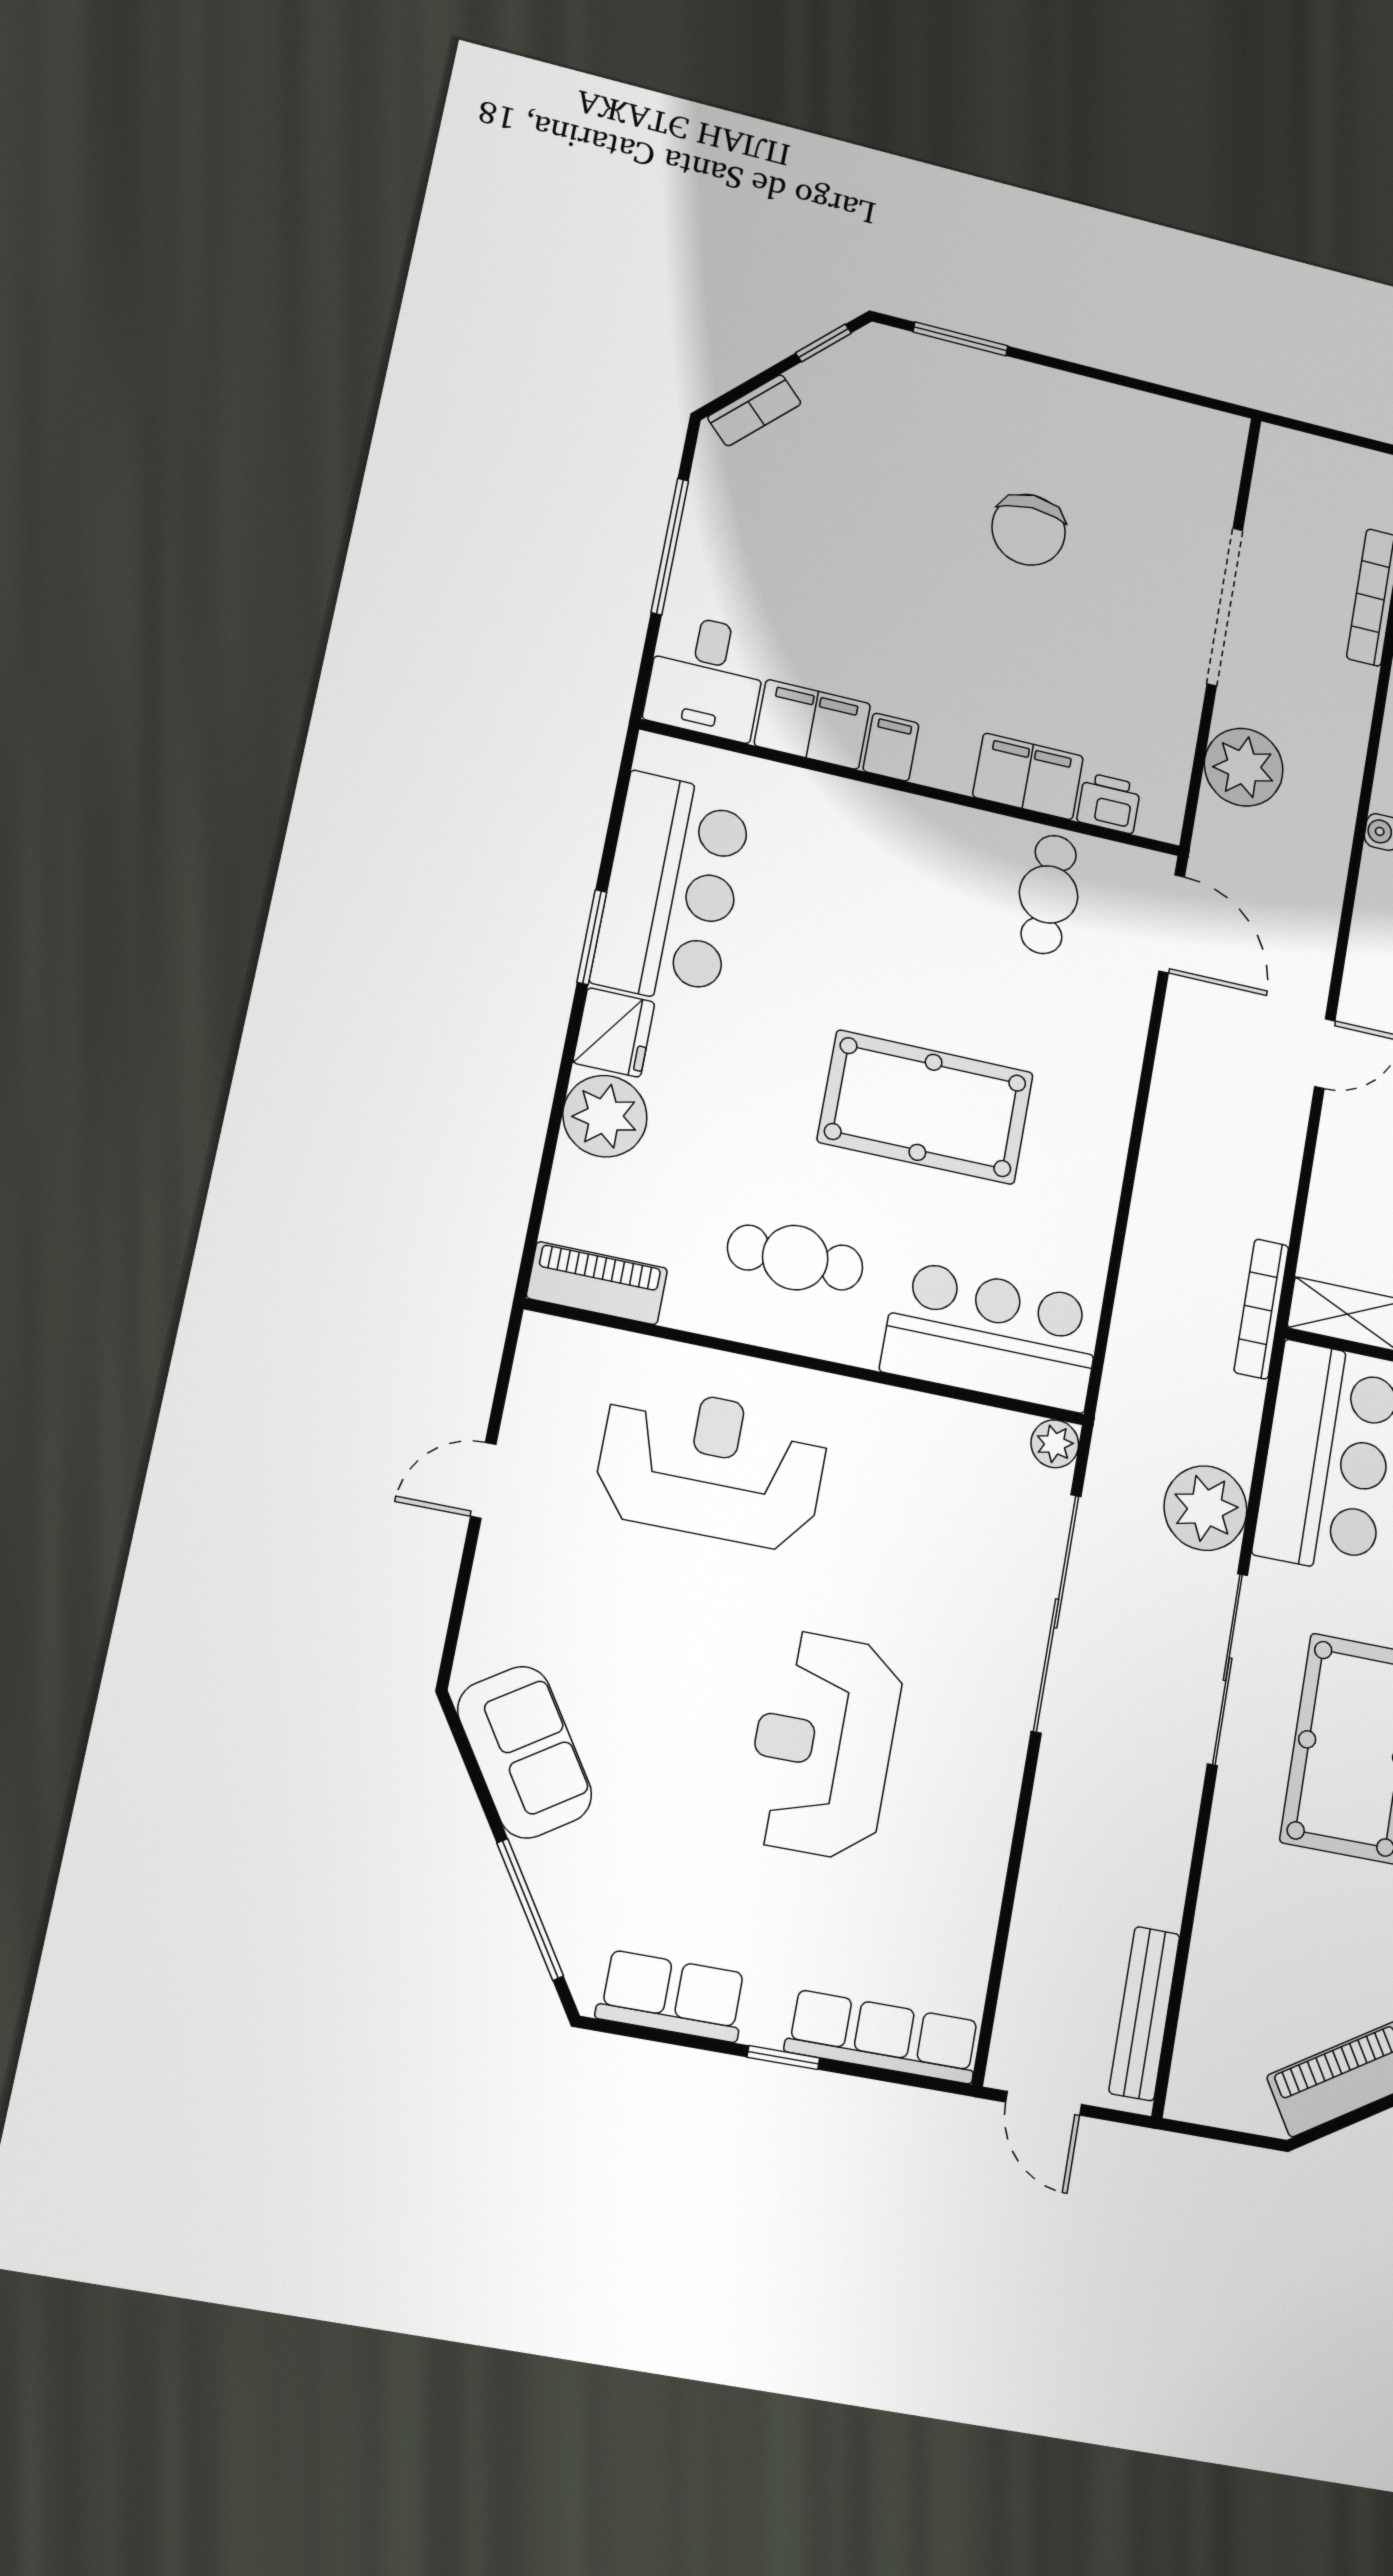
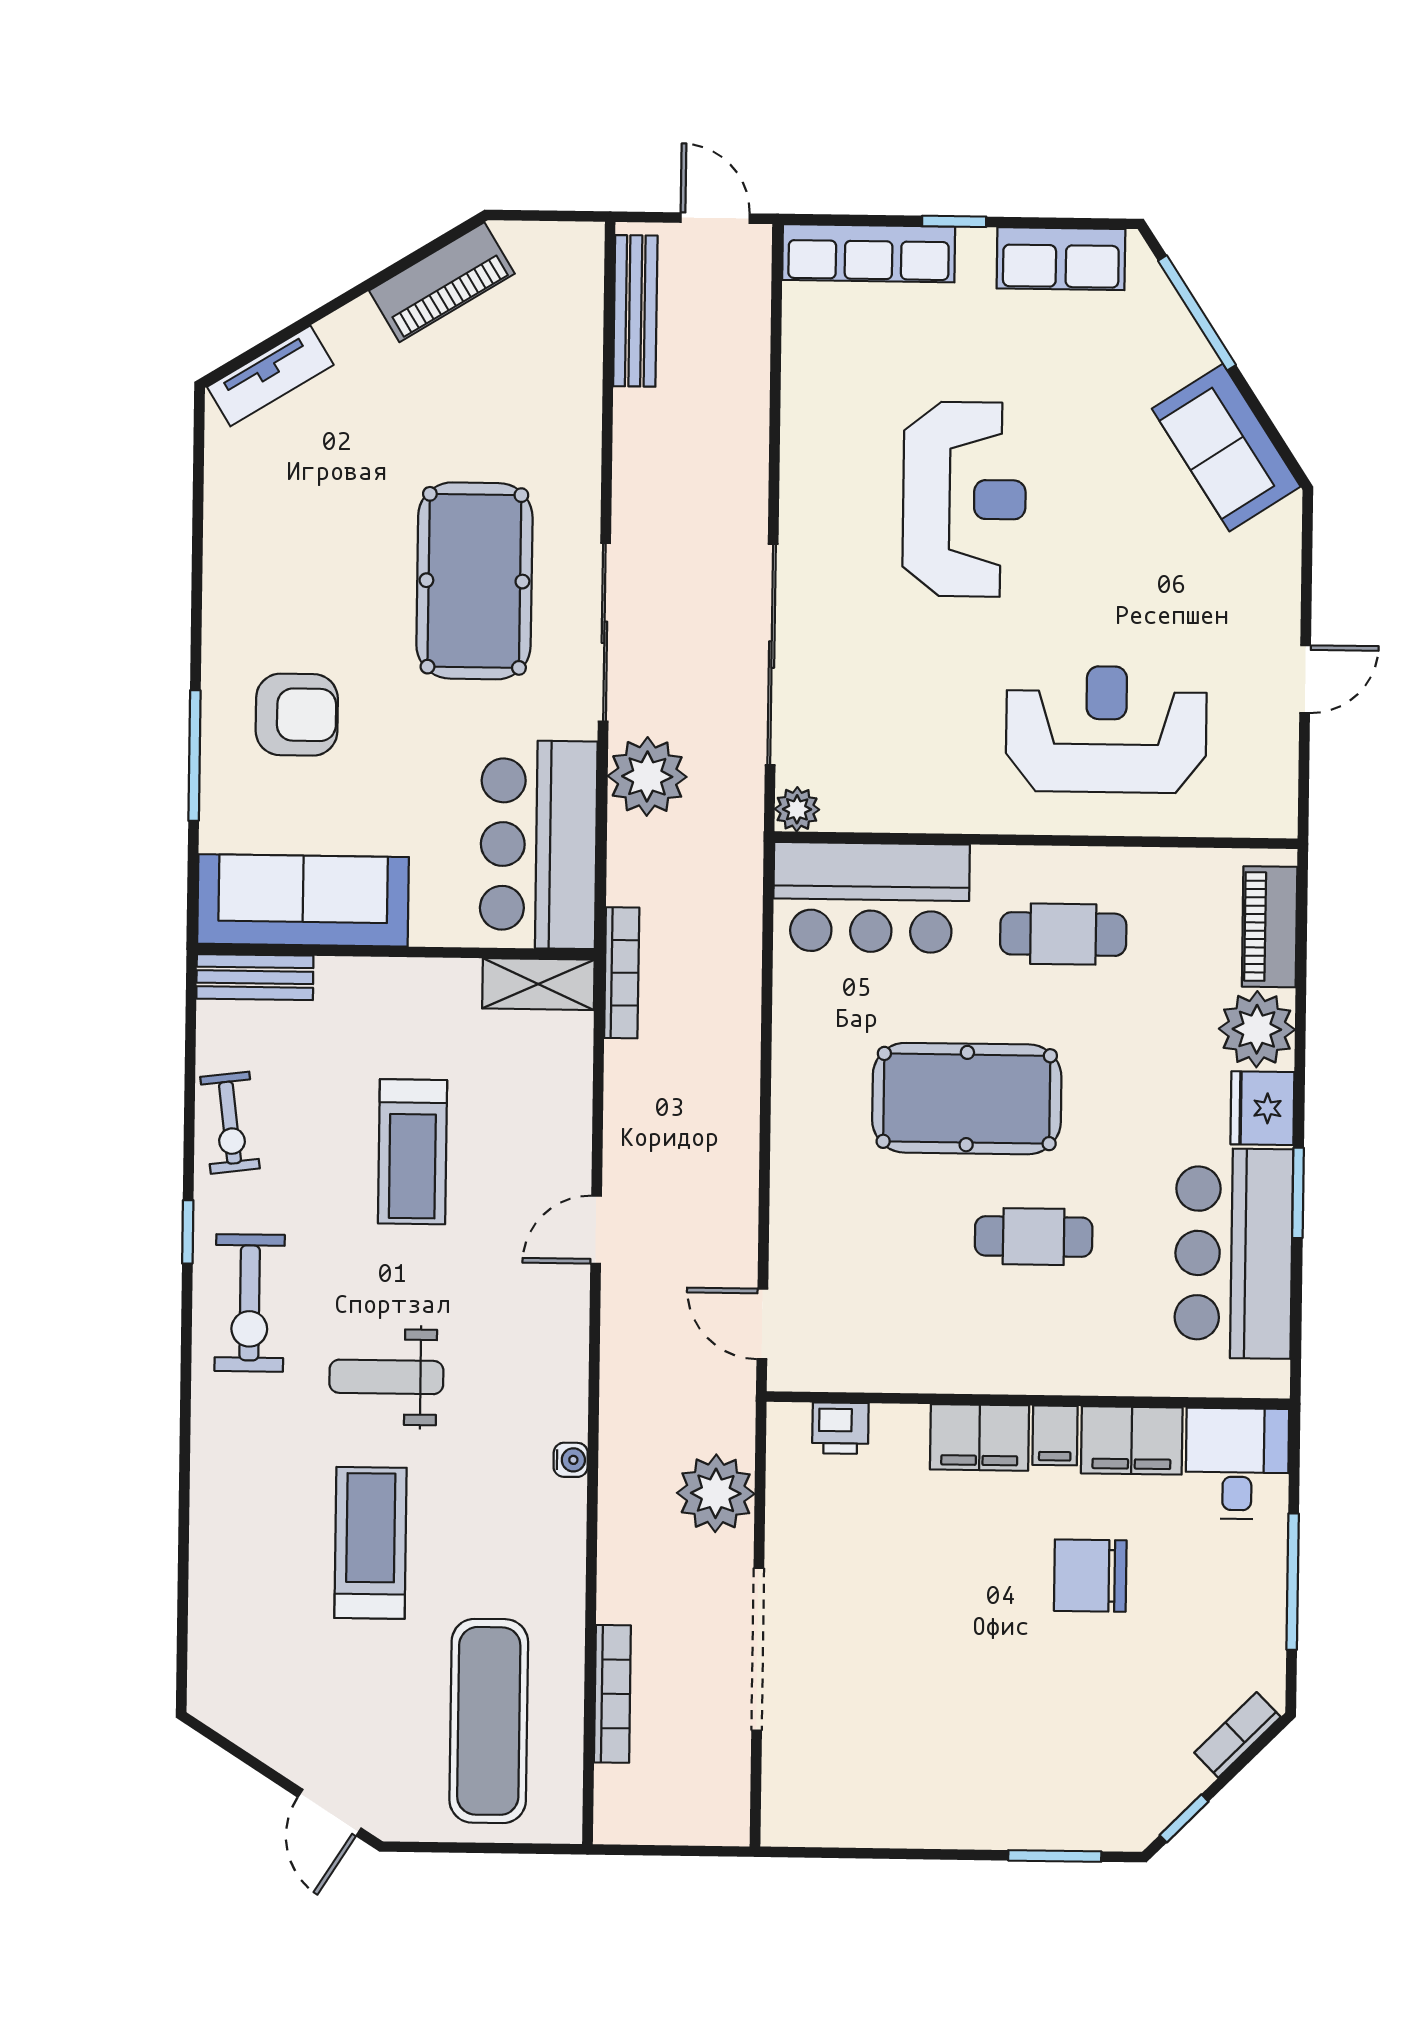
chair: (1029, 530) -> (1090, 1576), moved, turned -90
filing cabinet: (1028, 776) -> (979, 1437), moved
cafe table: (1049, 894) -> (1034, 1237), moved, turned 90
door: (1172, 924) -> (762, 1324), width x0.73
piano: (597, 1283) -> (1270, 927), moved, turned 90
reception desk: (711, 1467) -> (1106, 729), turned 180

